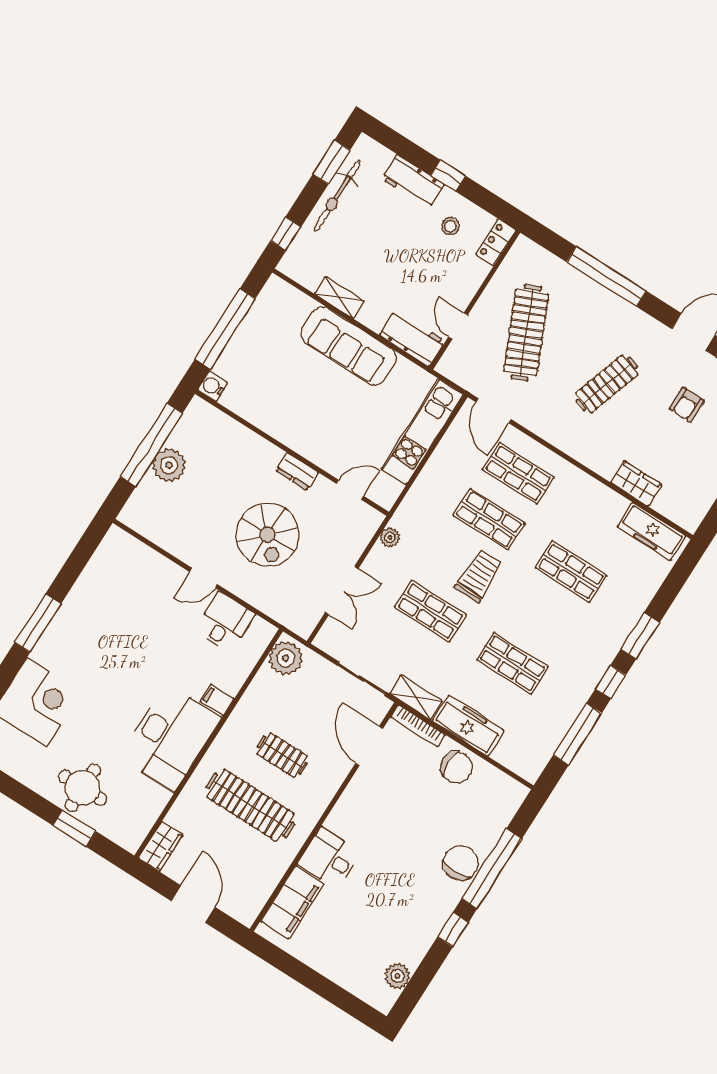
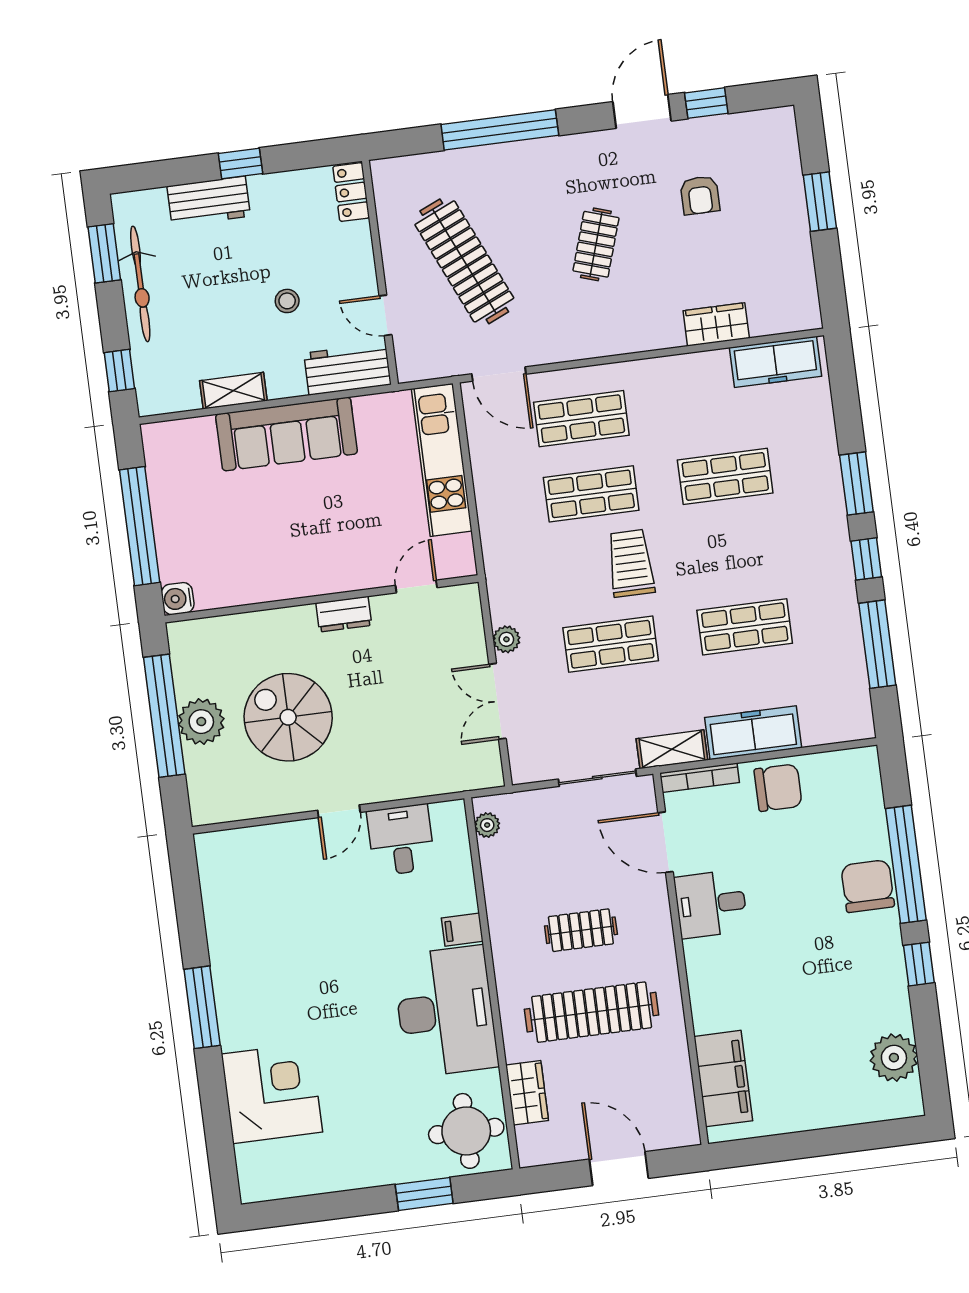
stool: (450, 226) -> (287, 301), moved
clothes rail: (607, 384) -> (596, 244), width x0.73
spiral stairs: (267, 535) -> (288, 717), moved, turned 180
plant: (390, 537) -> (506, 639), moved
double door: (342, 591) -> (498, 701), swing flipped
plant: (286, 658) -> (487, 825), width x0.53, depth x0.53
round table: (83, 788) -> (466, 1131), moved
wardrobe: (161, 846) -> (527, 1093), moved
desk: (329, 858) -> (711, 904), moved
plant: (397, 976) -> (894, 1058), width x1.36, depth x1.36

